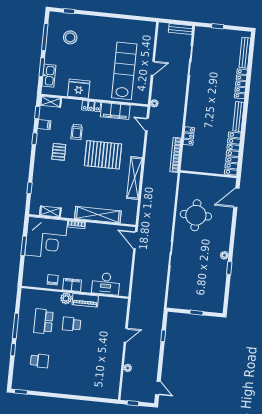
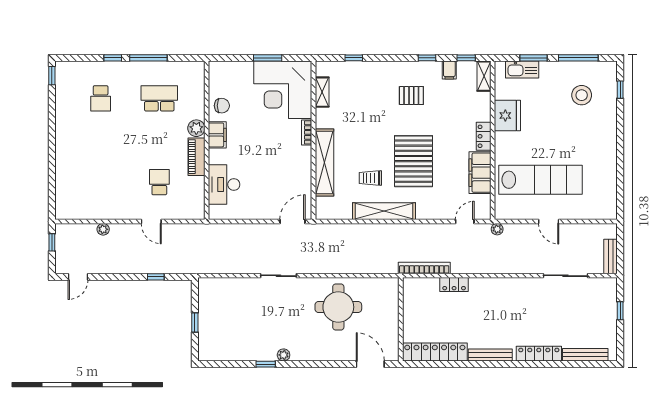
trolley: (77, 132) -> (370, 178), moved
school desk: (72, 324) -> (159, 182), moved

